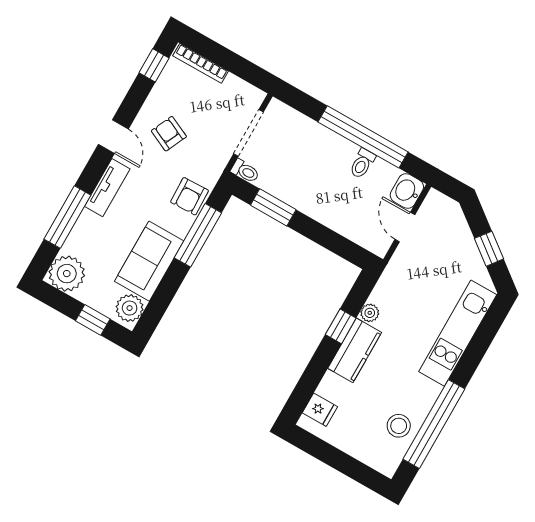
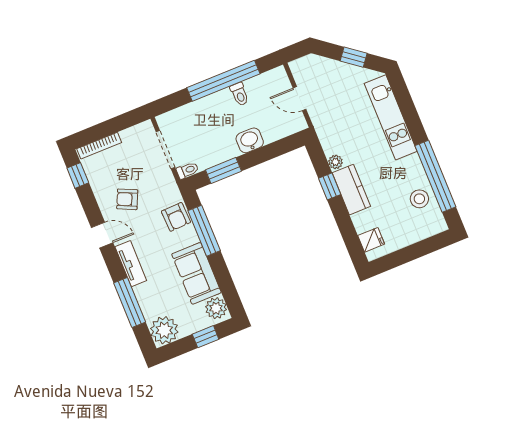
washbasin: (407, 191) -> (250, 140), moved, turned 90

